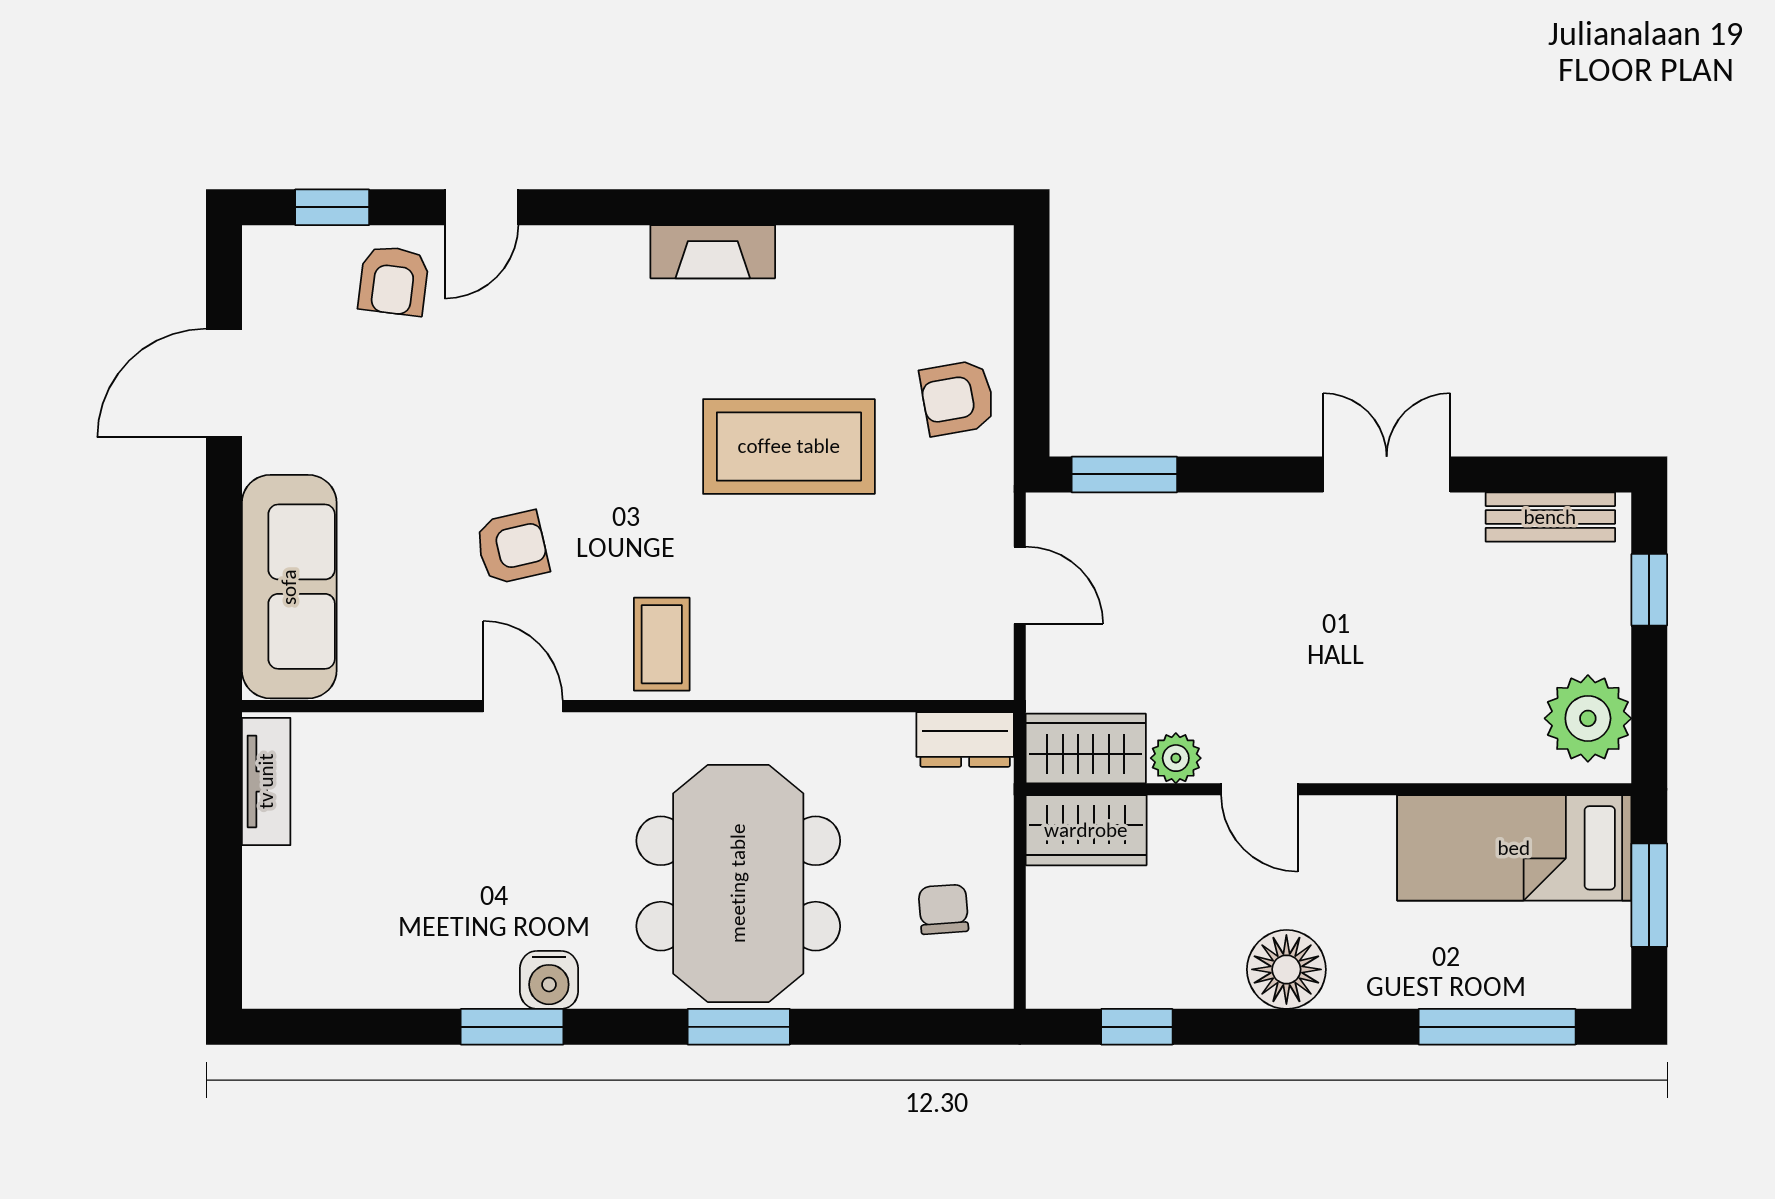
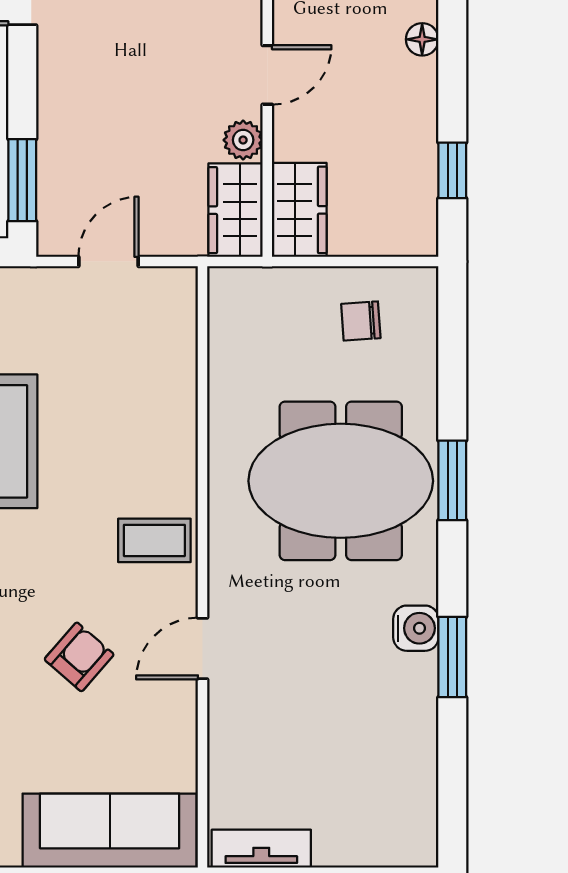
armchair: (512, 548) -> (79, 657), turned 54
dresser: (965, 739) -> (229, 304), removed
floor lamp: (1286, 969) -> (422, 39), width x0.53, depth x0.53

